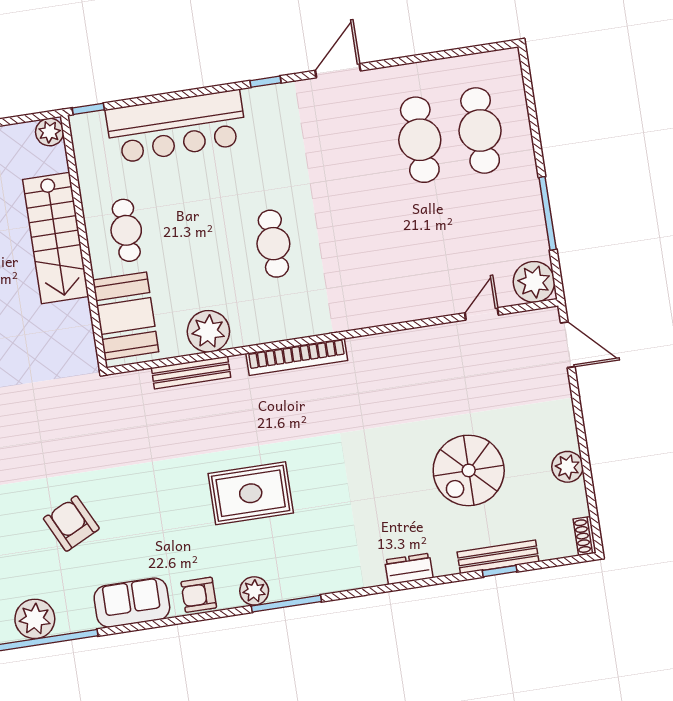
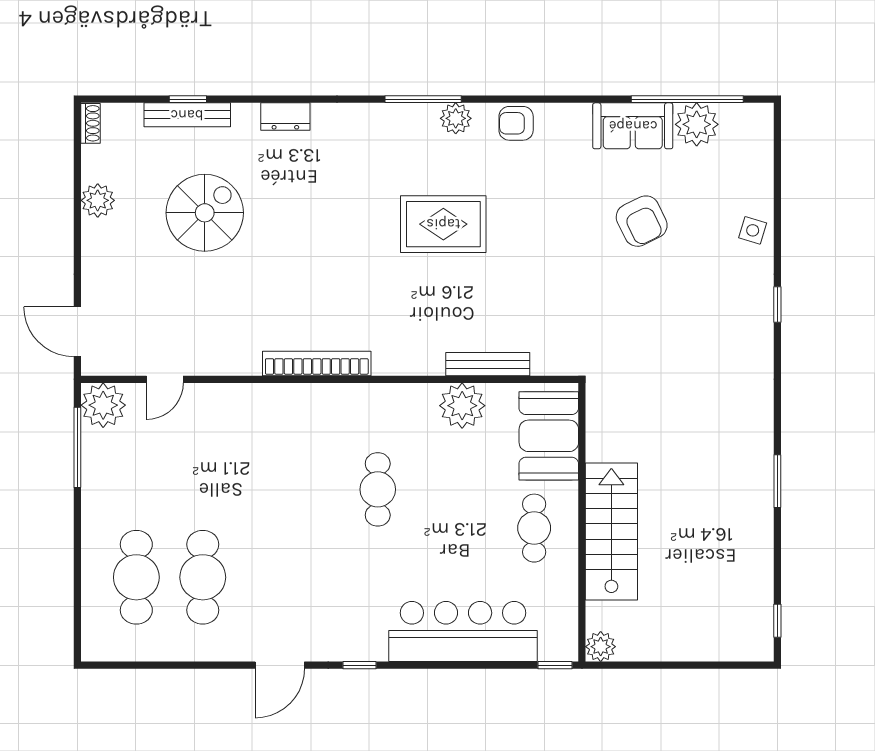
window: (548, 213) -> (77, 447), moved
bookcase: (297, 357) -> (317, 363), moved
armchair: (199, 595) -> (516, 123), turned 180
sofa: (132, 603) -> (633, 126), moved

